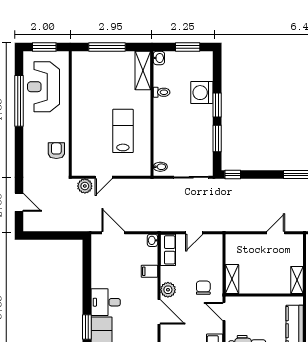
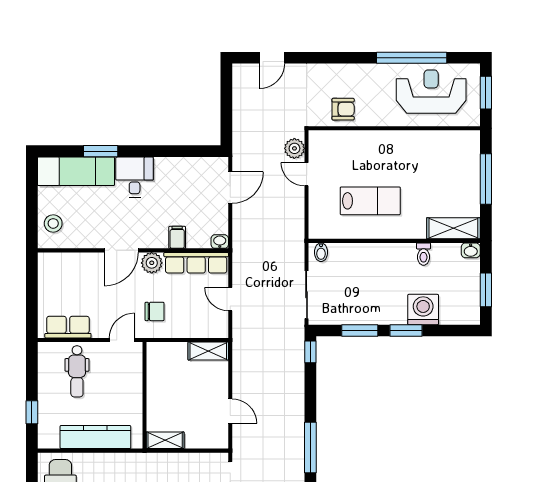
row of seats: (168, 250) -> (196, 263), width x1.48
shelving: (232, 279) -> (208, 351), moved

